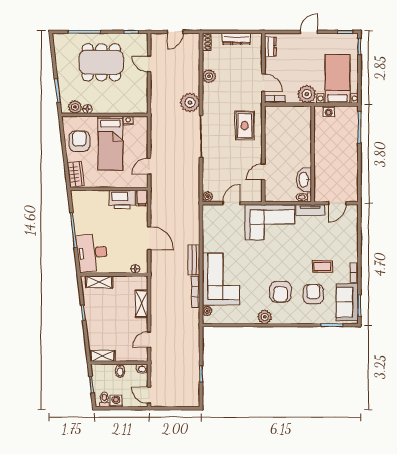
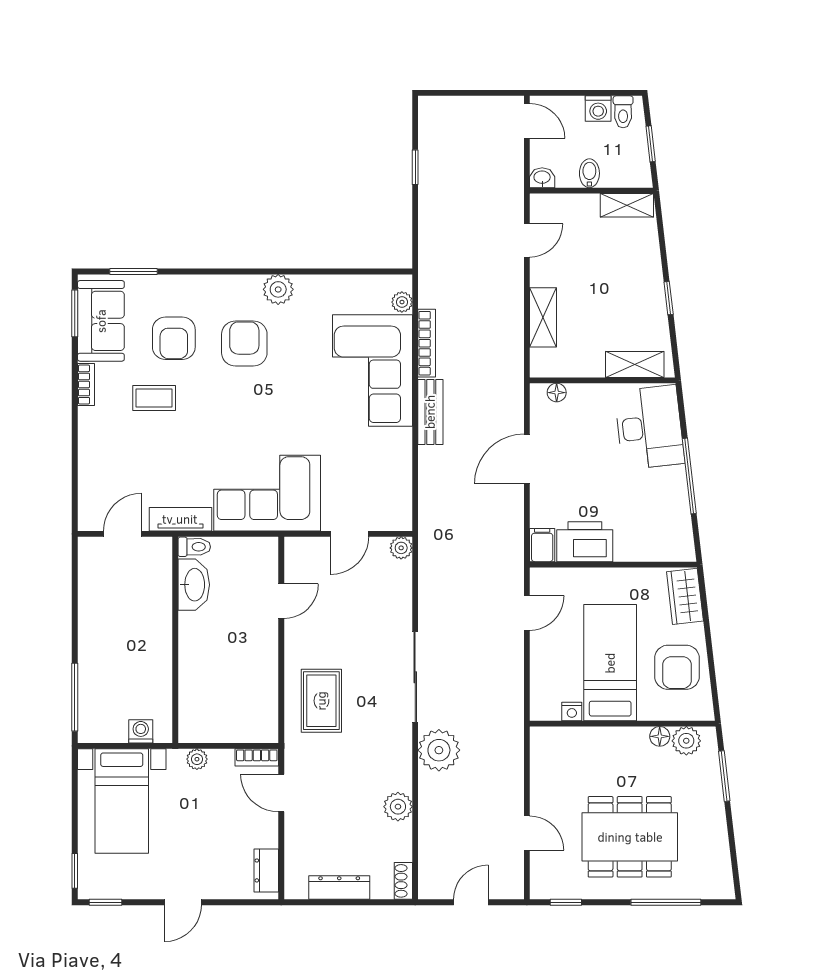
plant: (307, 94) -> (197, 759), width x0.53, depth x0.53
door: (149, 238) -> (527, 459), hinge flipped

